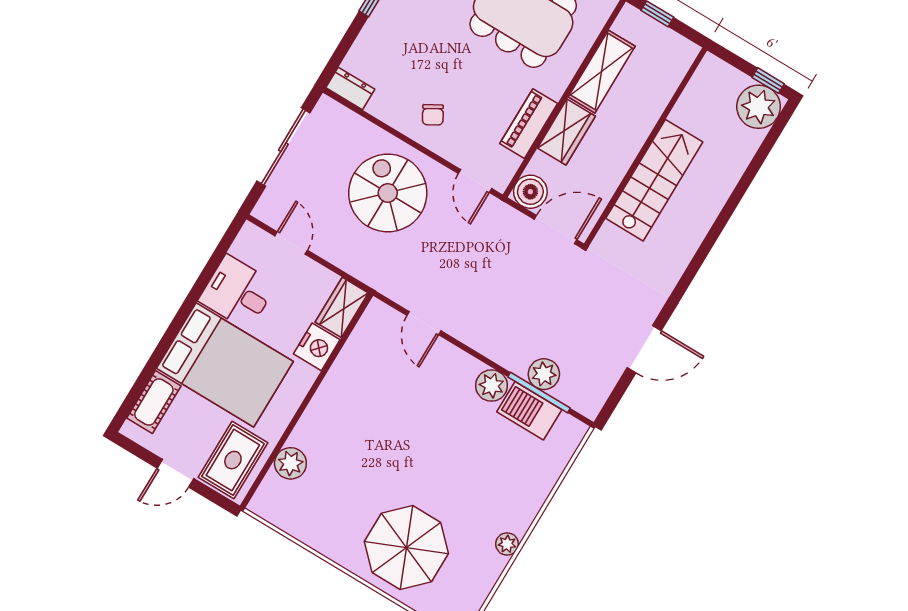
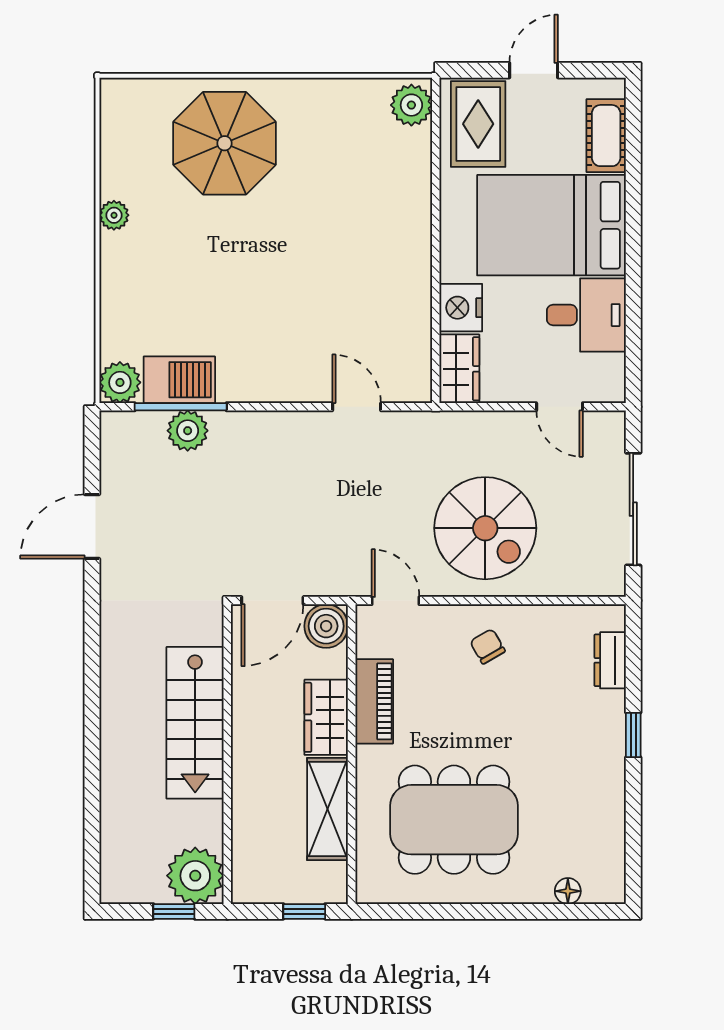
window: (768, 81) -> (174, 911), moved
dresser: (350, 88) -> (610, 660), moved, turned 90
plant: (759, 107) -> (195, 876), moved
plant: (492, 386) -> (120, 382), moved
plant: (290, 463) -> (411, 105), moved

